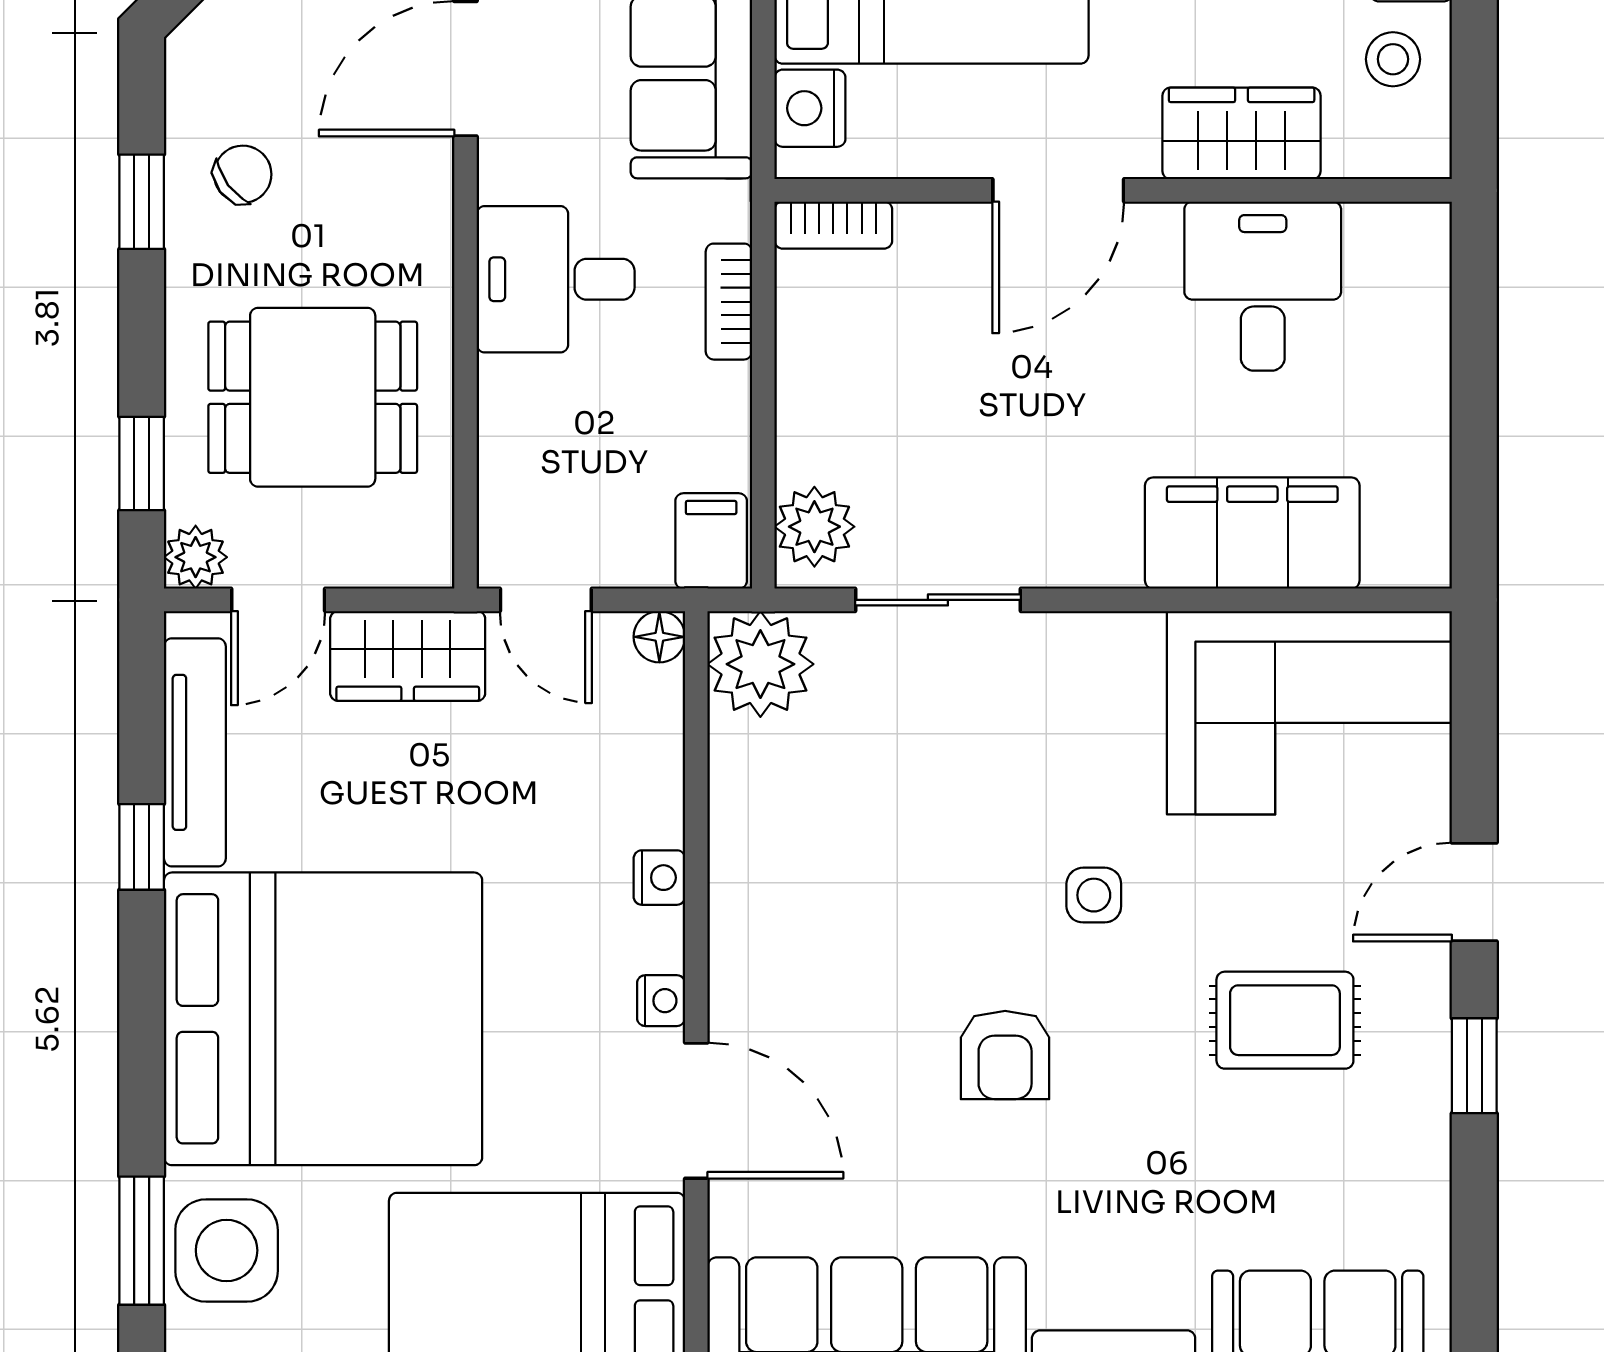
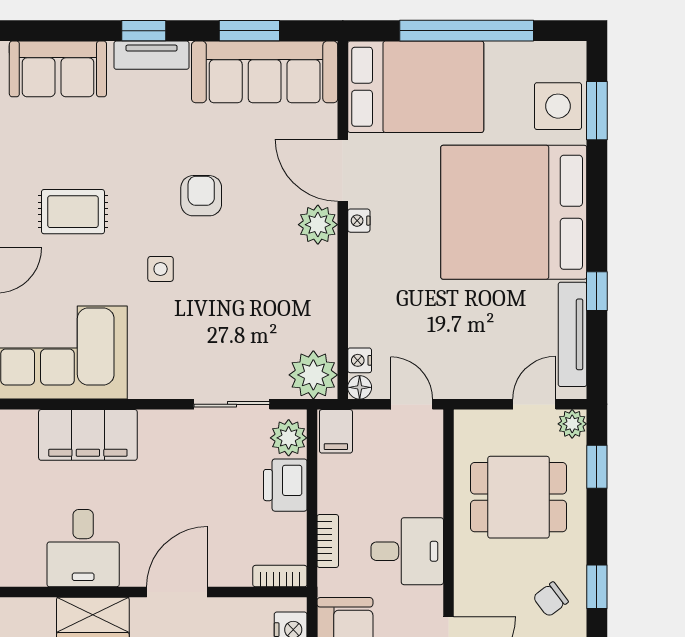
printer: (822, 424) -> (285, 485), added
wardrobe: (408, 656) -> (475, 379), removed
nightstand: (659, 878) -> (360, 360), moved
plant: (751, 992) -> (318, 225), added

